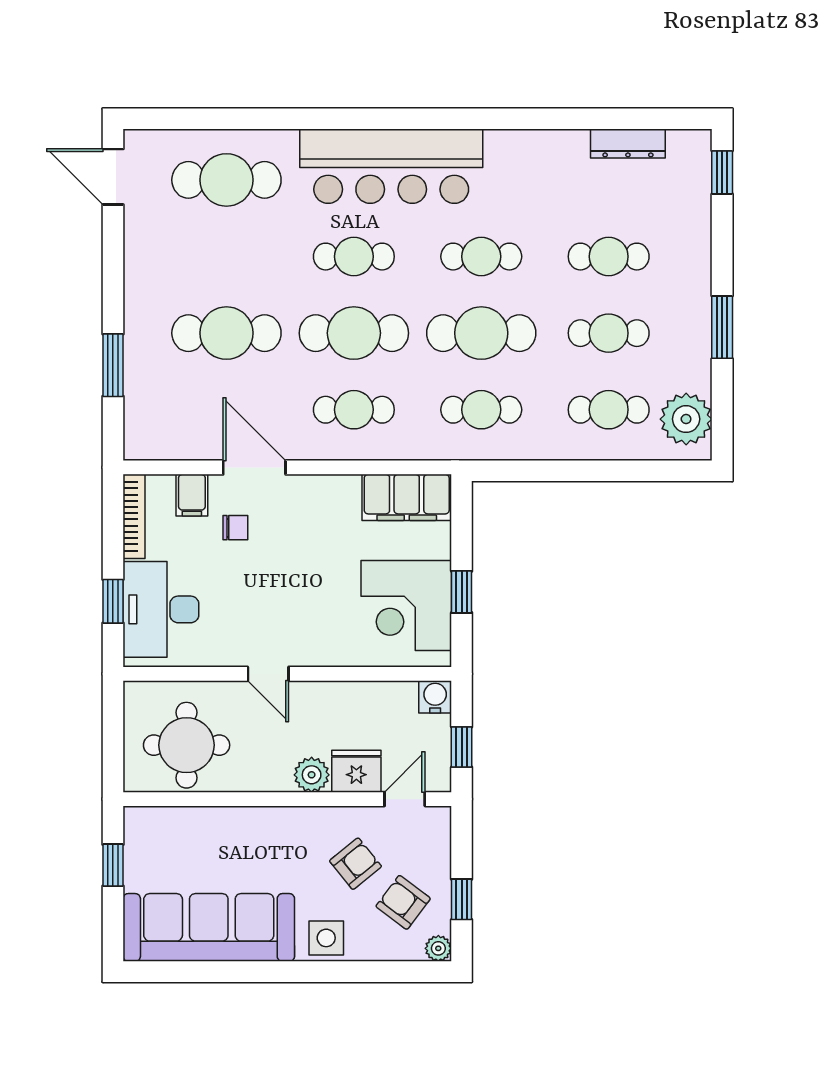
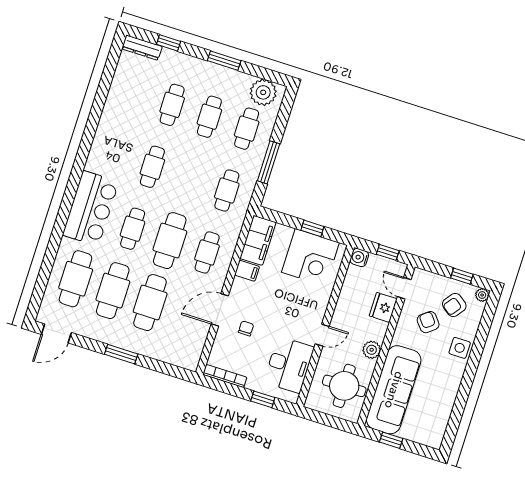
dresser: (628, 144) -> (142, 48), moved, turned 90
bar counter: (391, 166) -> (91, 208), width x0.73
window: (722, 172) -> (169, 43), moved
cafe table: (481, 333) -> (113, 291), moved
window: (113, 365) -> (121, 354), moved
window: (559, 471) -> (269, 162), added
filing cabinet: (192, 495) -> (247, 271), moved
desk: (161, 609) -> (289, 365), moved, turned -90
plant: (312, 775) -> (372, 350), moved
sofa: (209, 927) -> (394, 390), moved, turned 180

